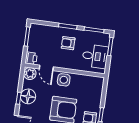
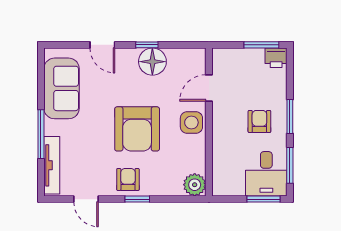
desk: (95, 56) -> (266, 174), moved
printer: (31, 58) -> (276, 58), moved
plant: (30, 73) -> (195, 185), moved

